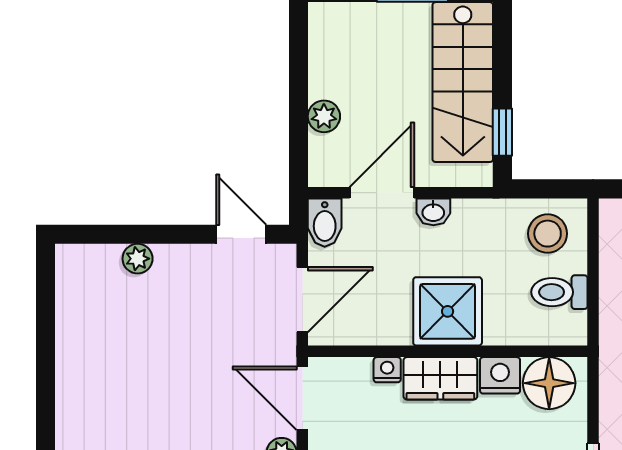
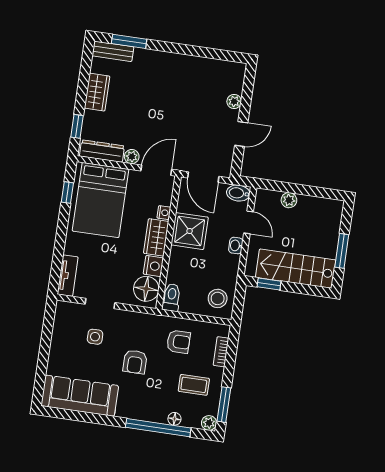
door: (382, 193) -> (249, 222), width x0.73
door: (241, 234) -> (241, 134), moved
toilet: (559, 292) -> (171, 297), moved
shower: (448, 311) -> (190, 231), moved

